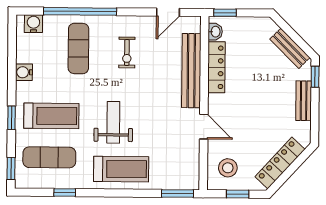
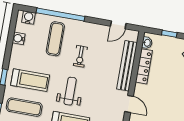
window: (225, 13) -> (169, 34), moved
exercise bike: (127, 53) -> (80, 56), moved
water cooler: (24, 72) -> (19, 38), moved

